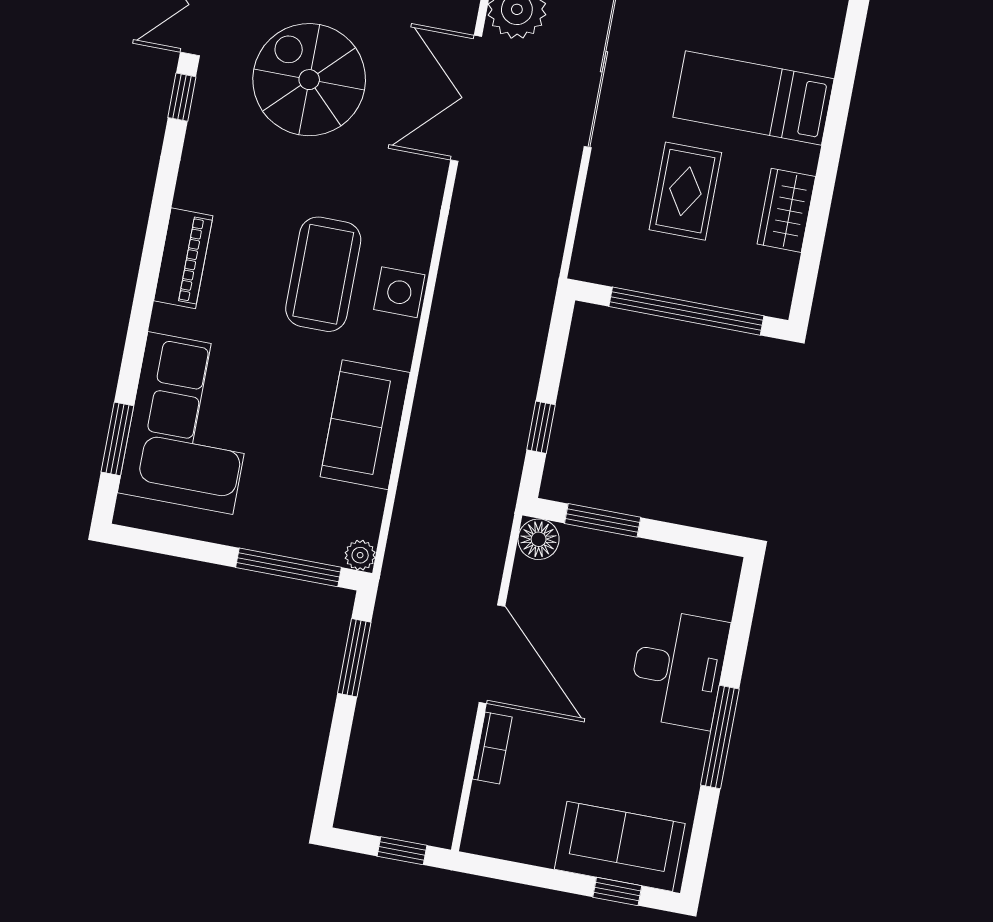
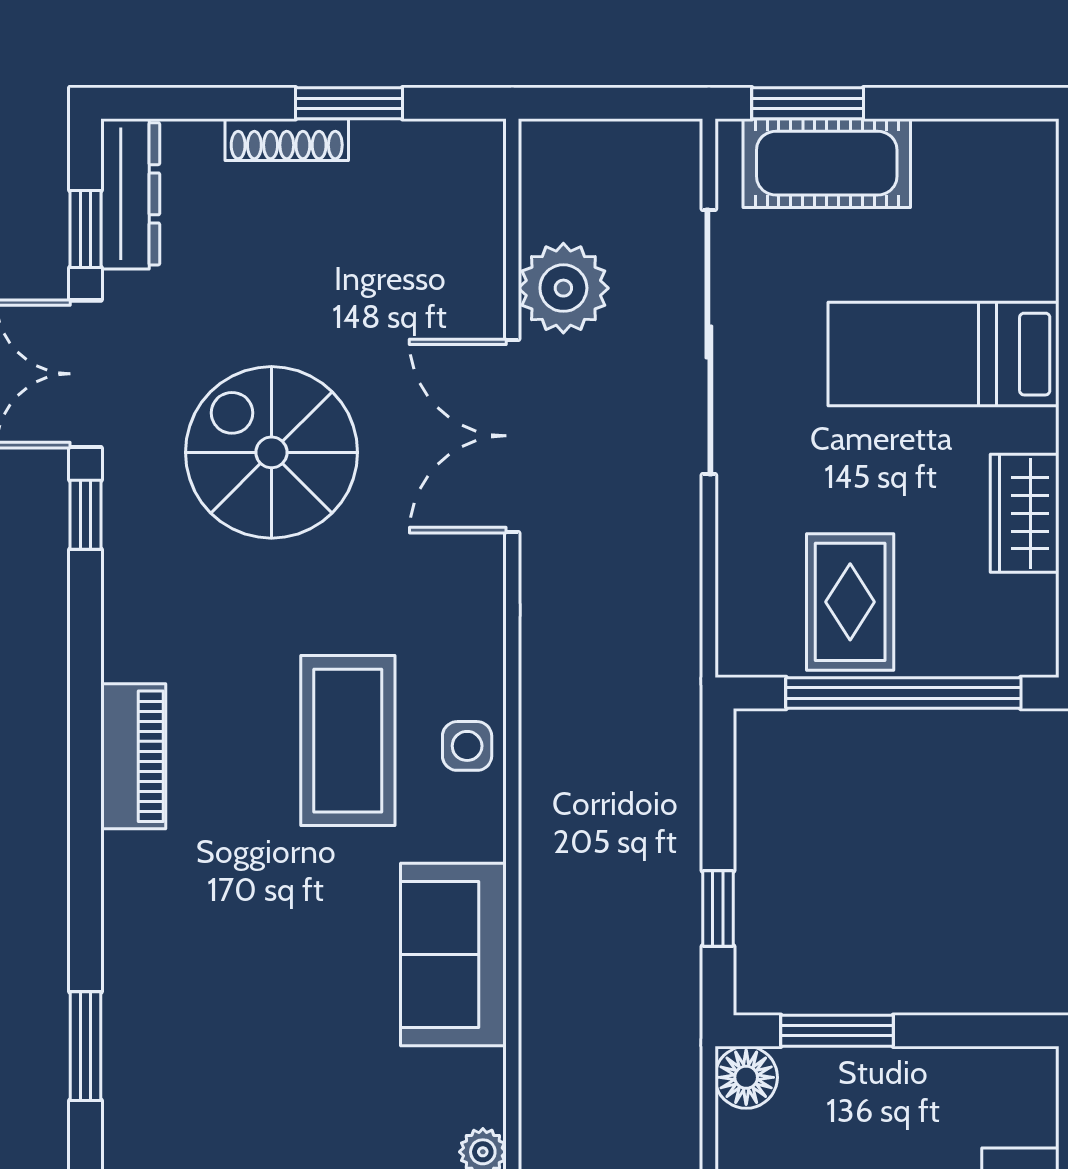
rug: (685, 191) -> (850, 602), moved
side table: (399, 292) -> (467, 746), width x0.73, depth x0.73
corner sofa: (190, 423) -> (190, 1002), removed

